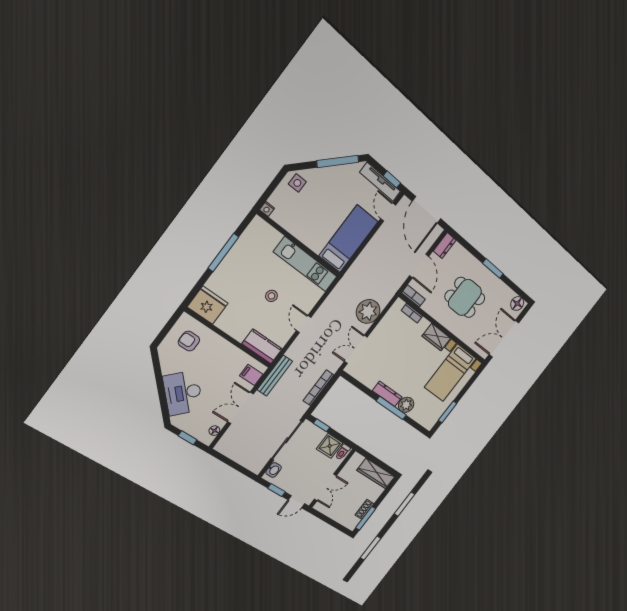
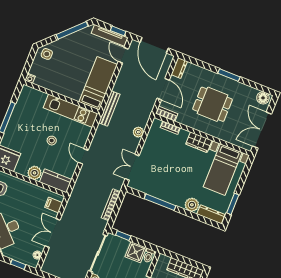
plant: (368, 311) -> (138, 132), width x0.53, depth x0.53
plant: (239, 331) -> (35, 173), added
bench: (275, 376) -> (109, 108), moved
dresser: (387, 394) -> (211, 214), moved
window: (391, 408) -> (160, 202), moved

